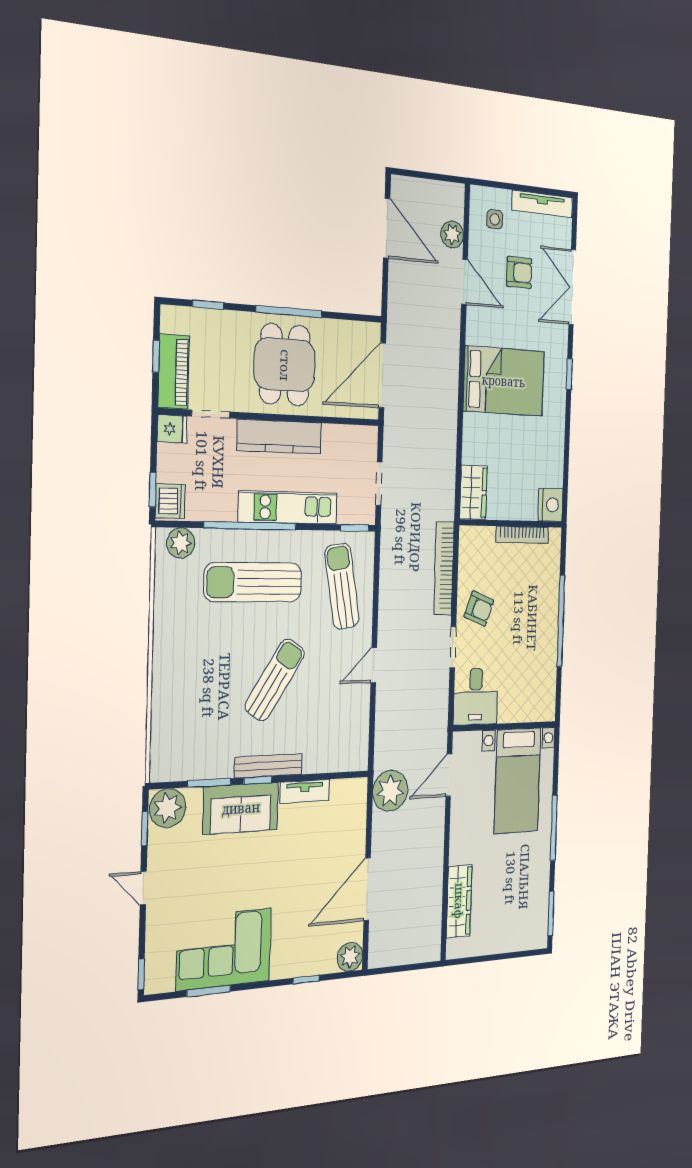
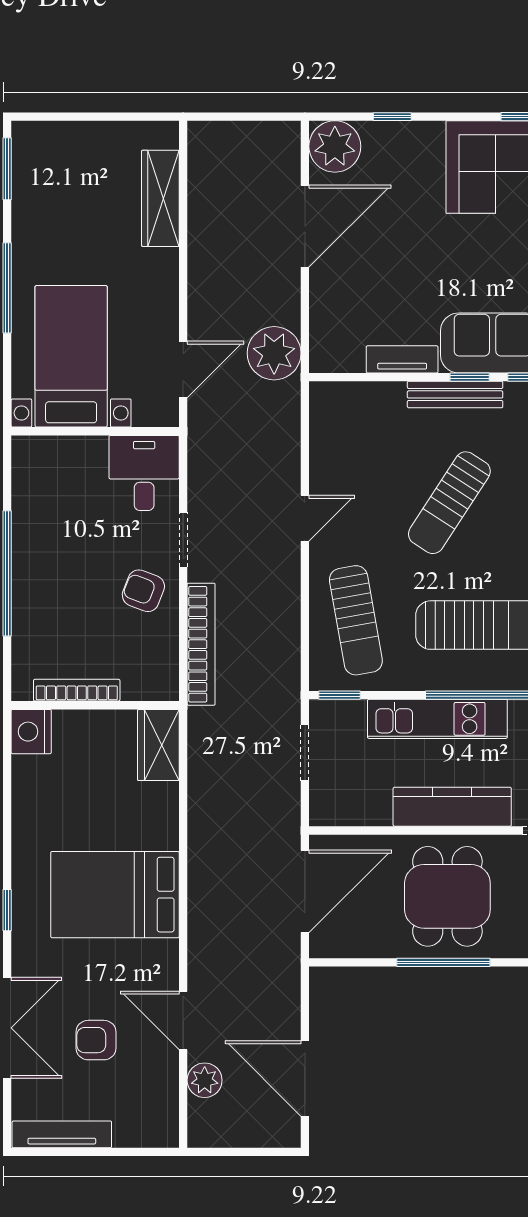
side table: (495, 219) -> (138, 1106), removed
plant: (350, 957) -> (335, 146), width x1.36, depth x1.36

